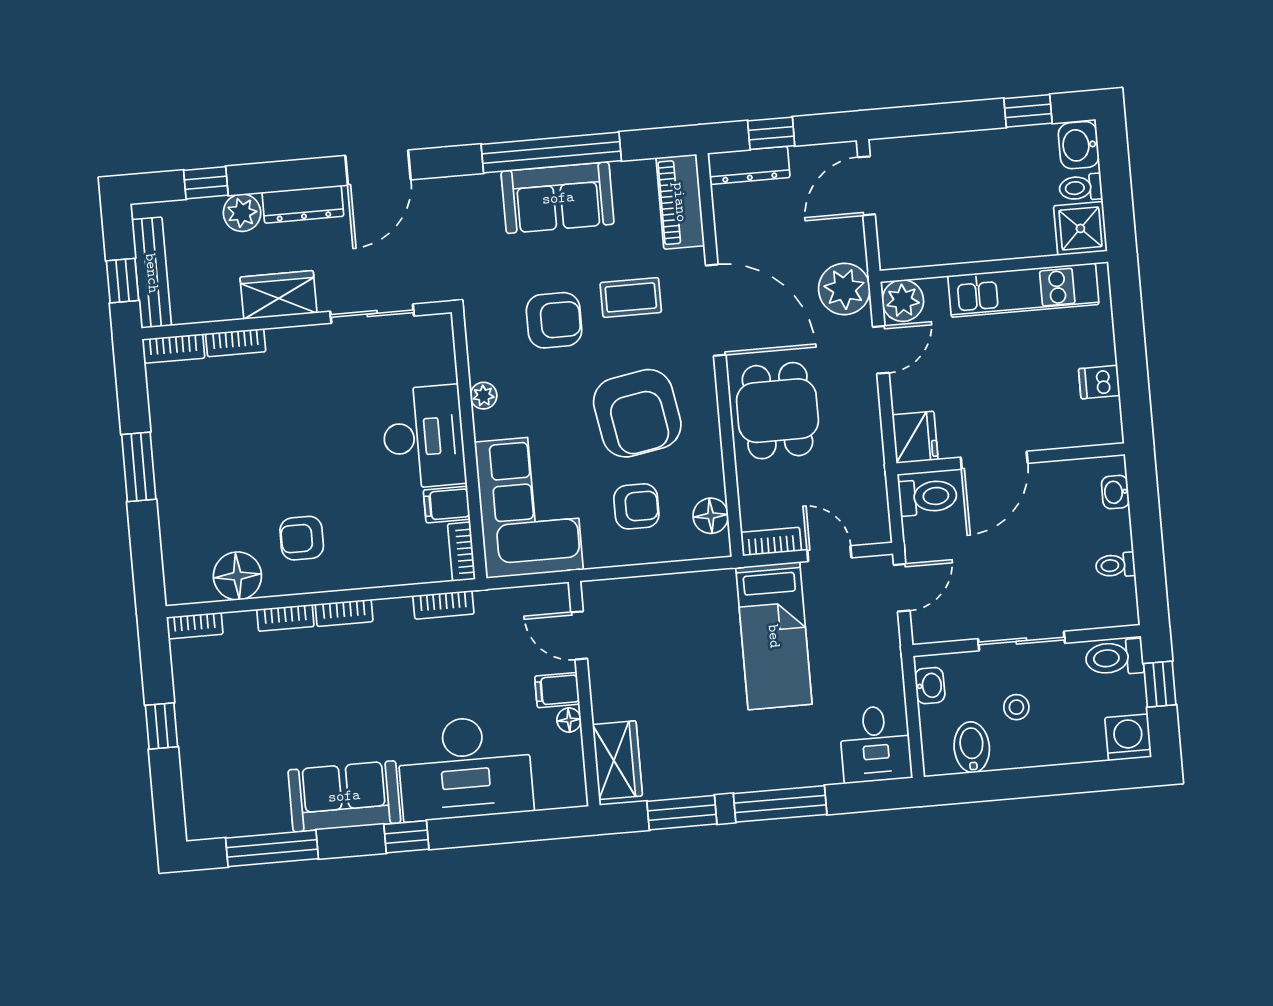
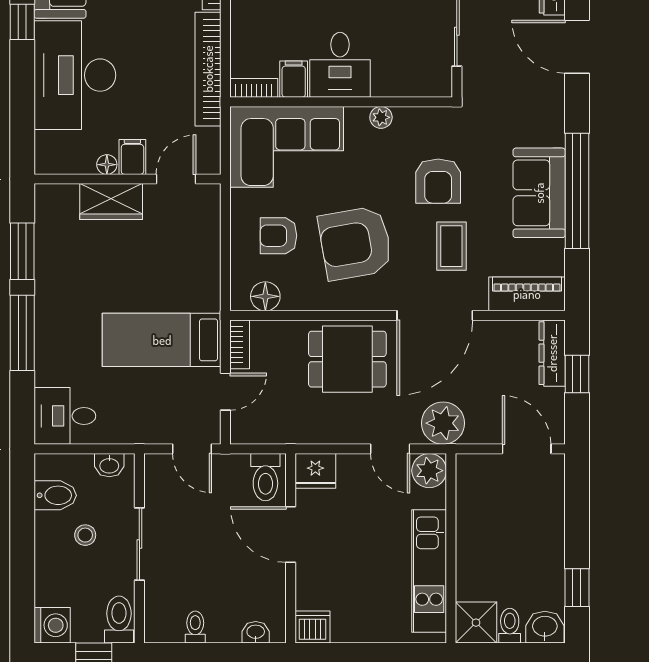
dishwasher: (1099, 382) -> (312, 627), moved, width x1.38
desk: (424, 437) -> (340, 65), width x0.73
armchair: (636, 506) -> (278, 236), turned 90
bookcase: (443, 605) -> (208, 69), width x2.31, depth x1.31
wardrobe: (617, 760) -> (111, 202), moved

